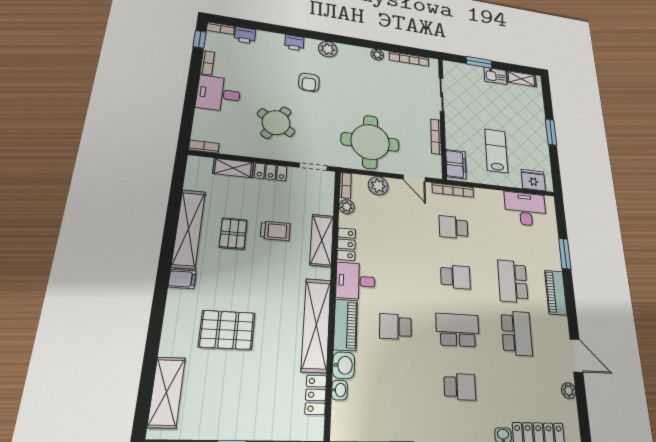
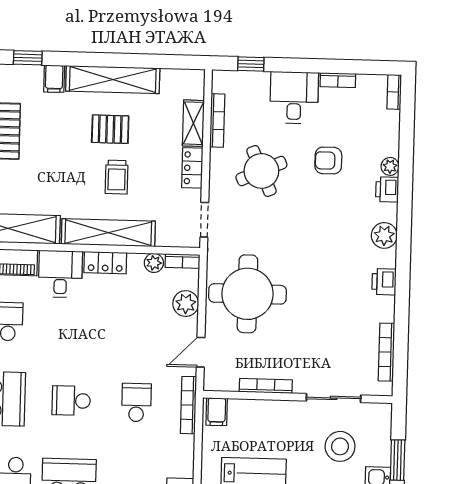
printer: (245, 35) -> (384, 282), moved
window: (200, 39) -> (251, 64), moved
plant: (377, 55) -> (390, 166), moved
armchair: (309, 82) -> (328, 160), moved
stool: (473, 95) -> (340, 446), added
round table: (276, 123) -> (261, 171), turned 35
bookcase: (204, 147) -> (217, 121), moved, width x1.56
filing cabinet: (456, 164) -> (217, 412), width x0.50
shelving: (322, 240) -> (108, 233), width x1.47
school desk: (455, 277) -> (71, 401), turned 90
window: (159, 302) -> (28, 58), added

